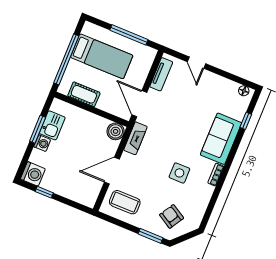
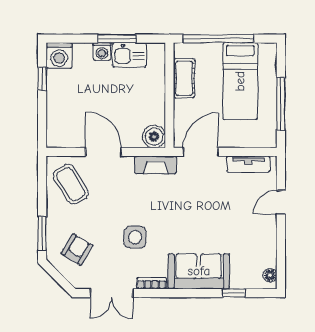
coffee table: (125, 202) -> (71, 184), turned -32
double door: (211, 205) -> (112, 293), added

